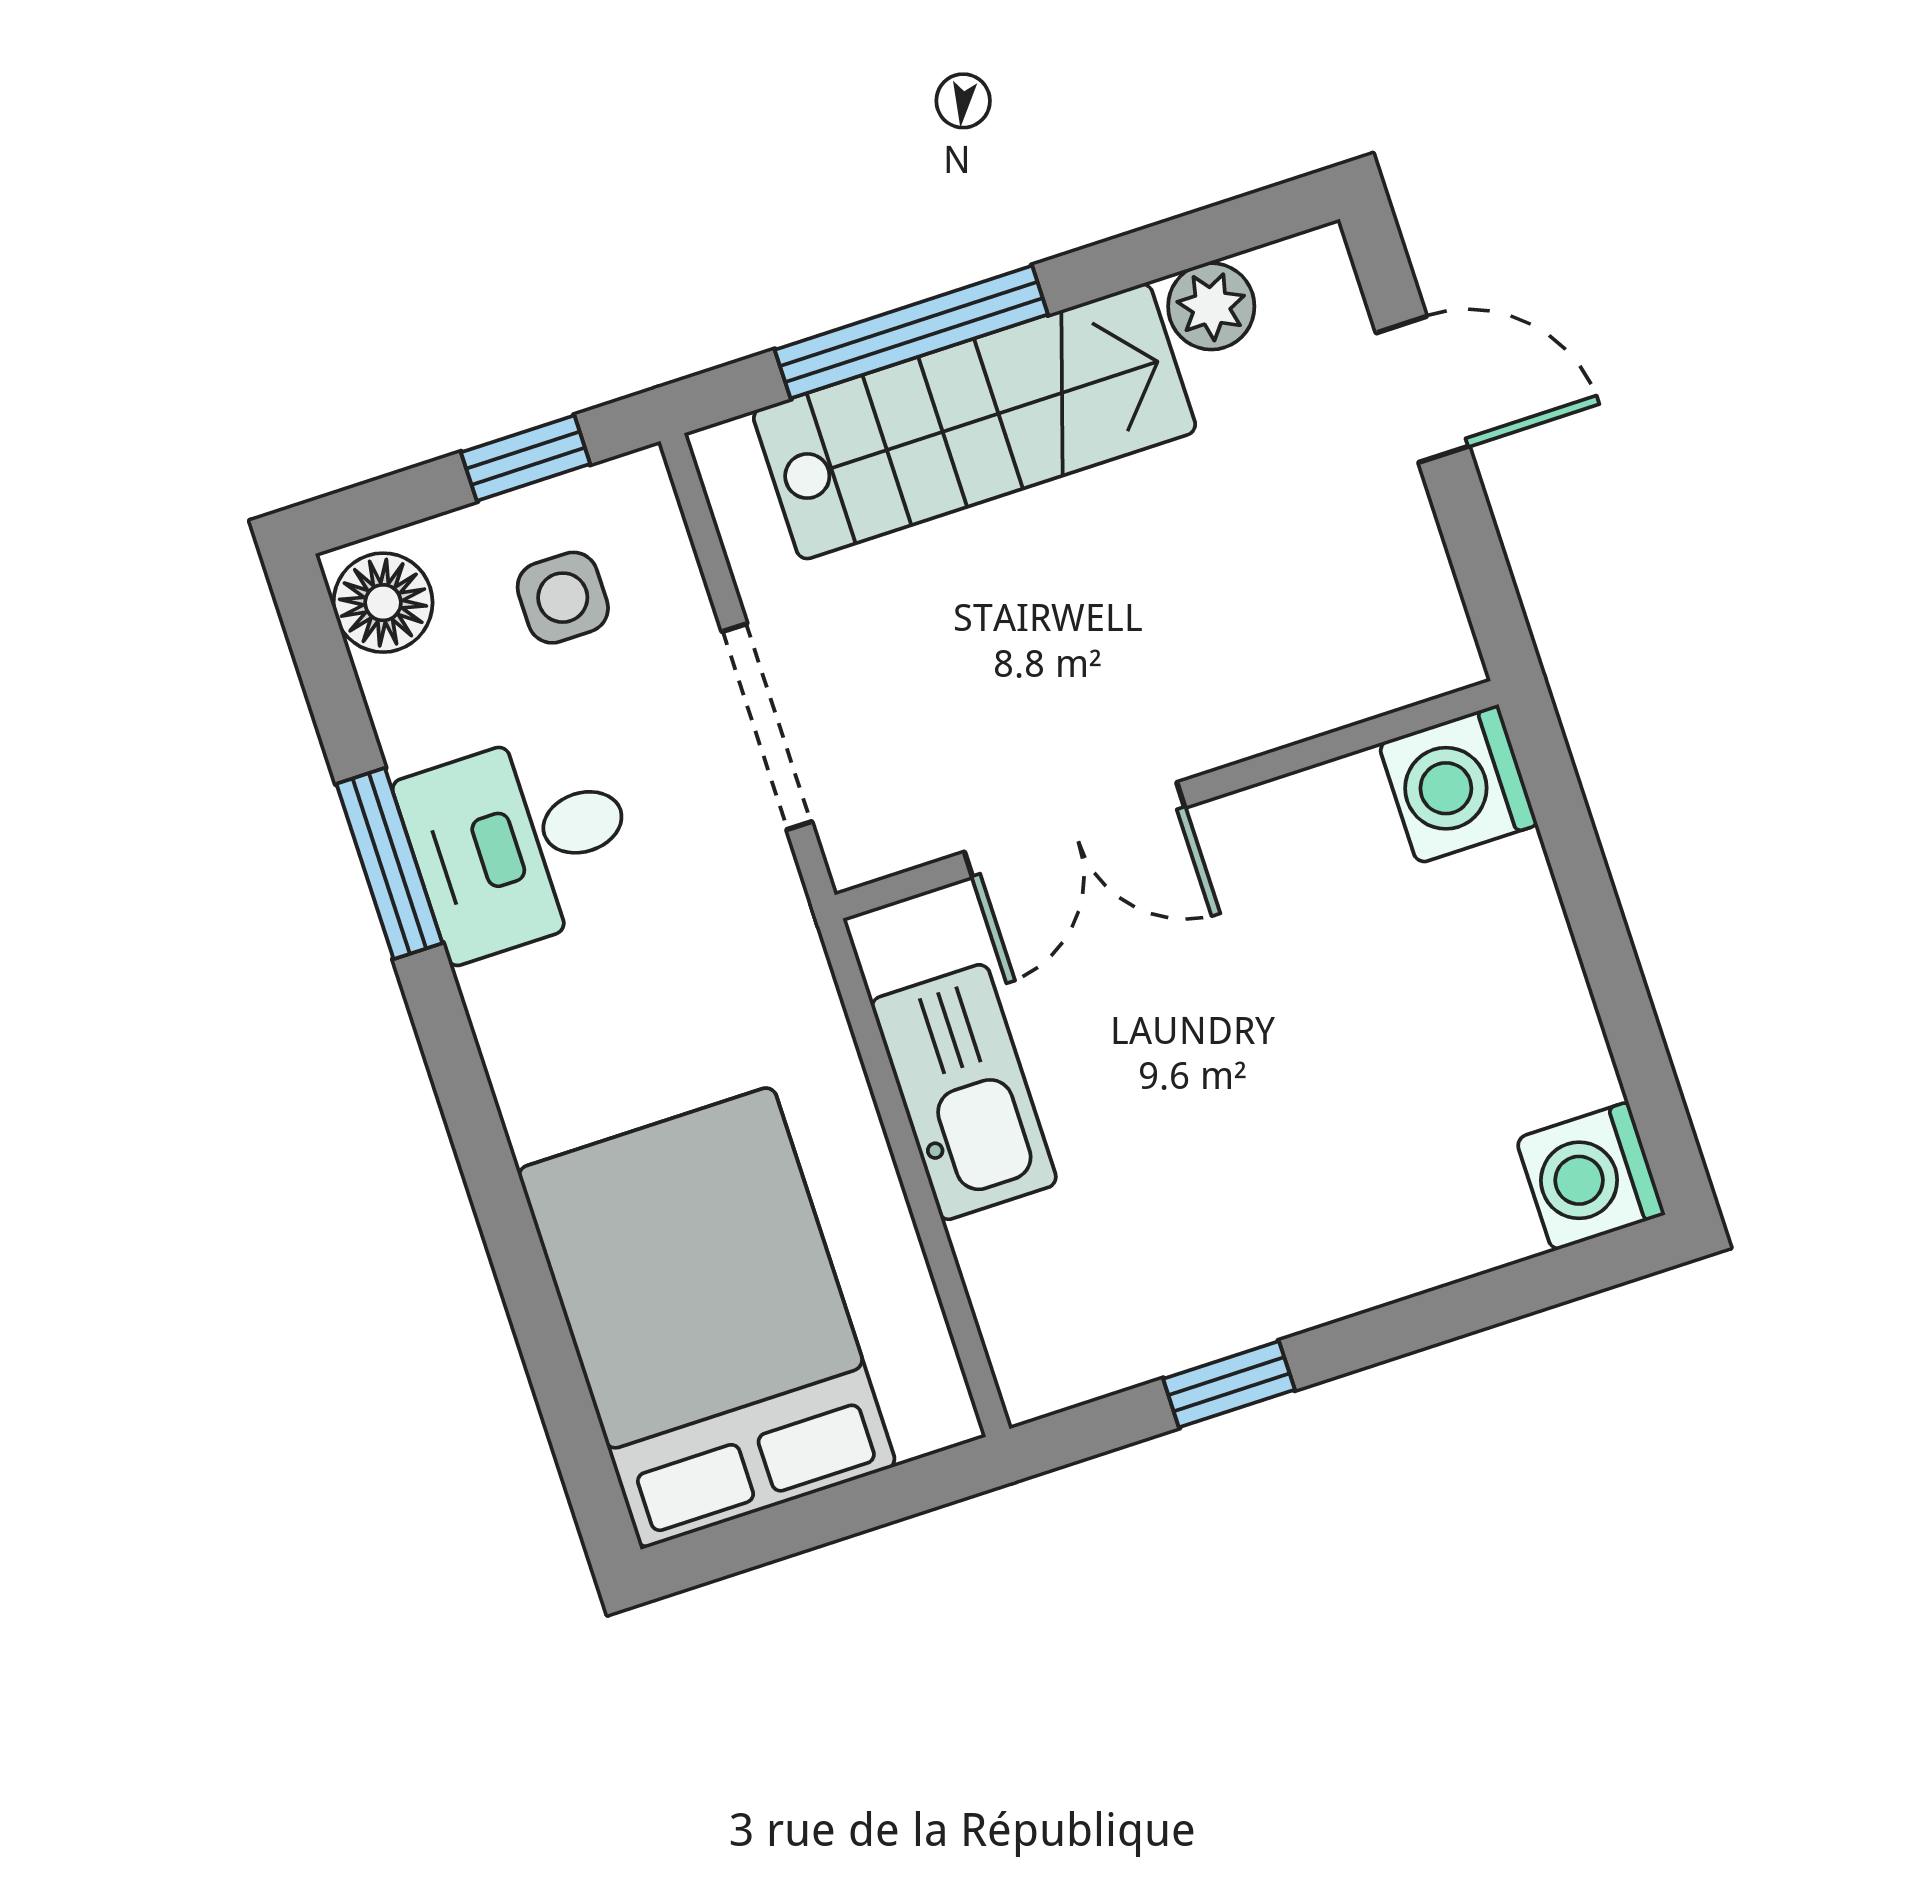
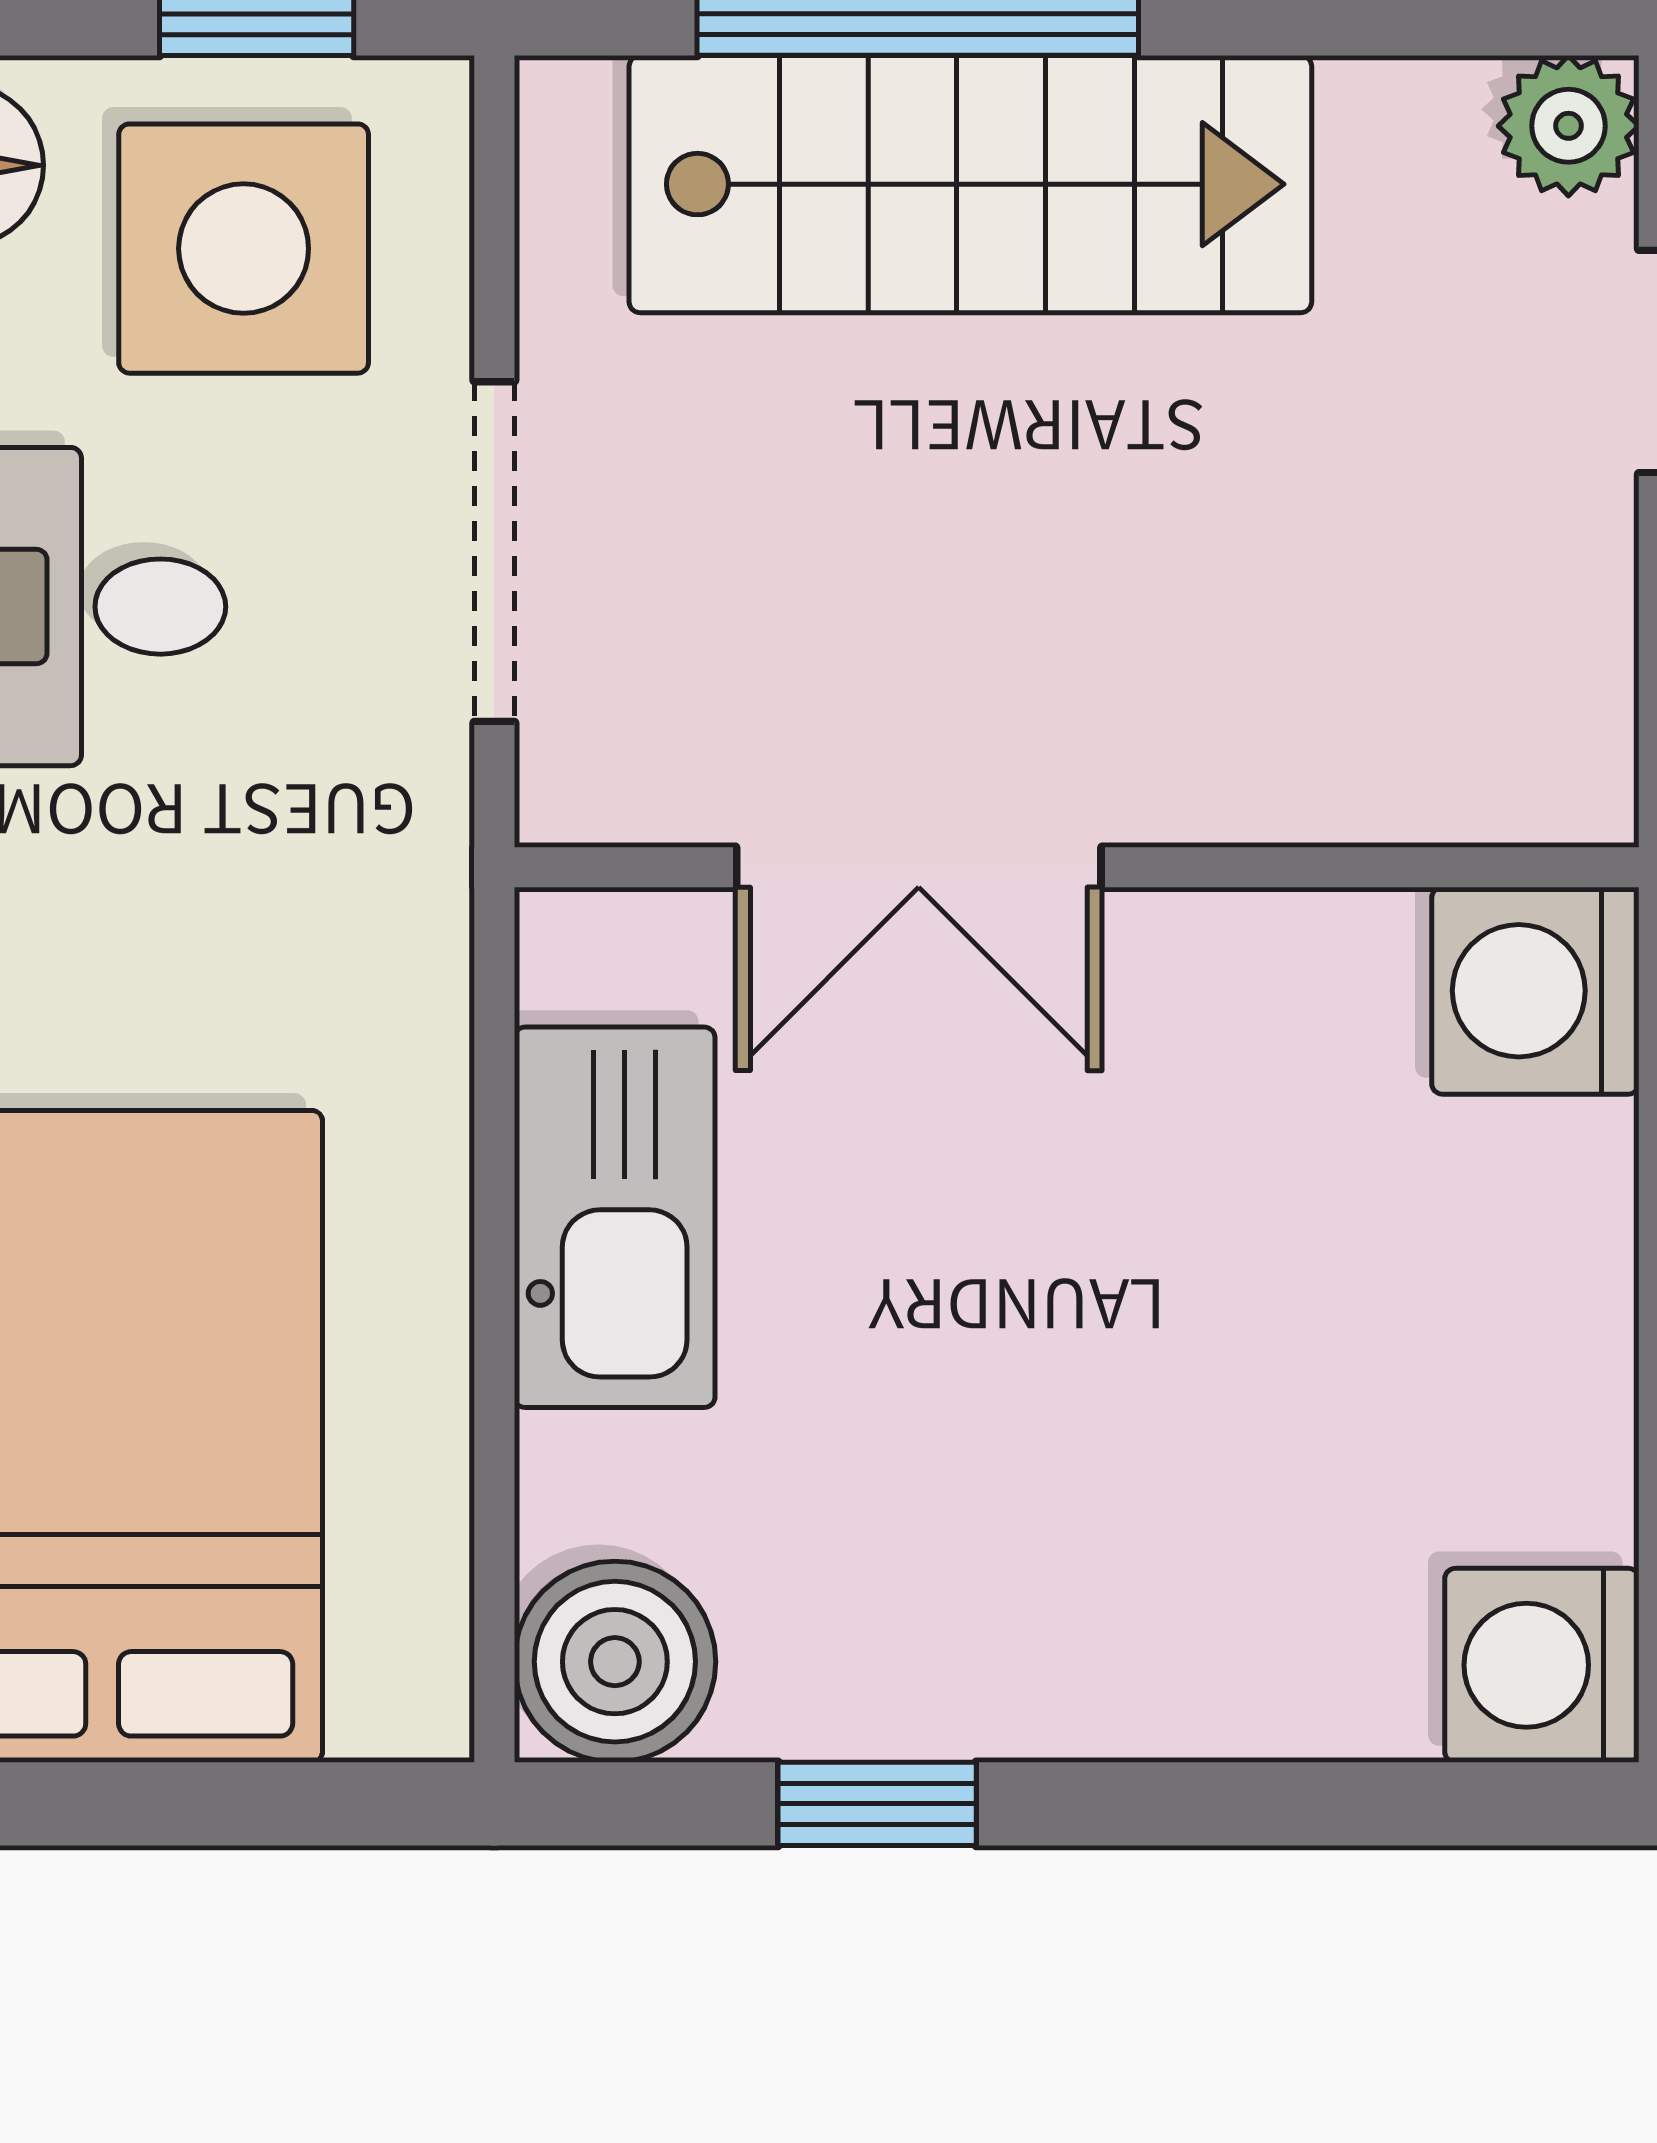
plant: (1211, 306) -> (1568, 126), moved
side table: (563, 598) -> (244, 249), width x1.87, depth x1.87
boiler: (1049, 1351) -> (615, 1662), added

